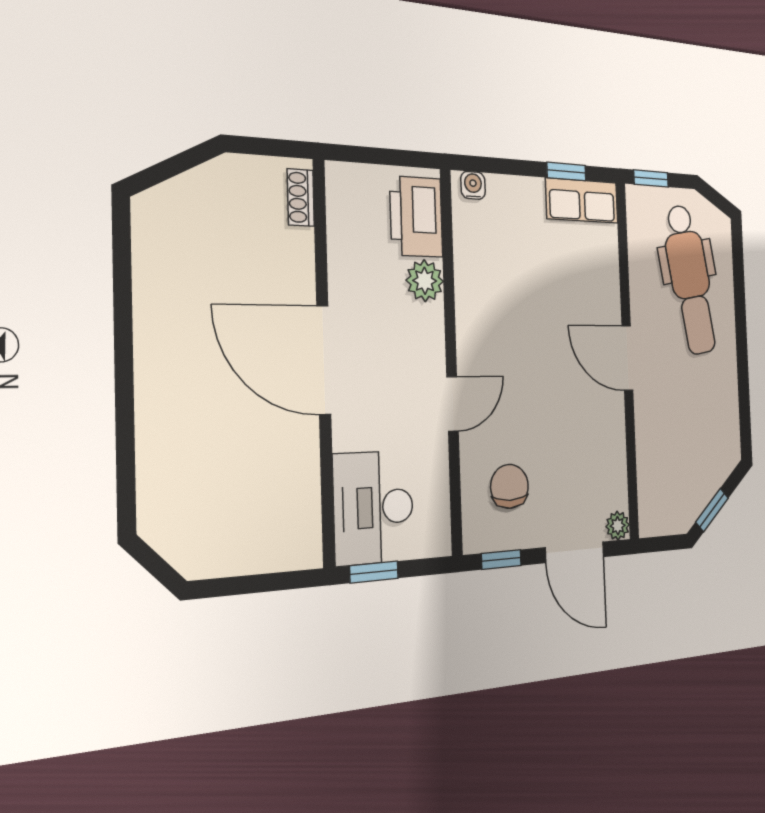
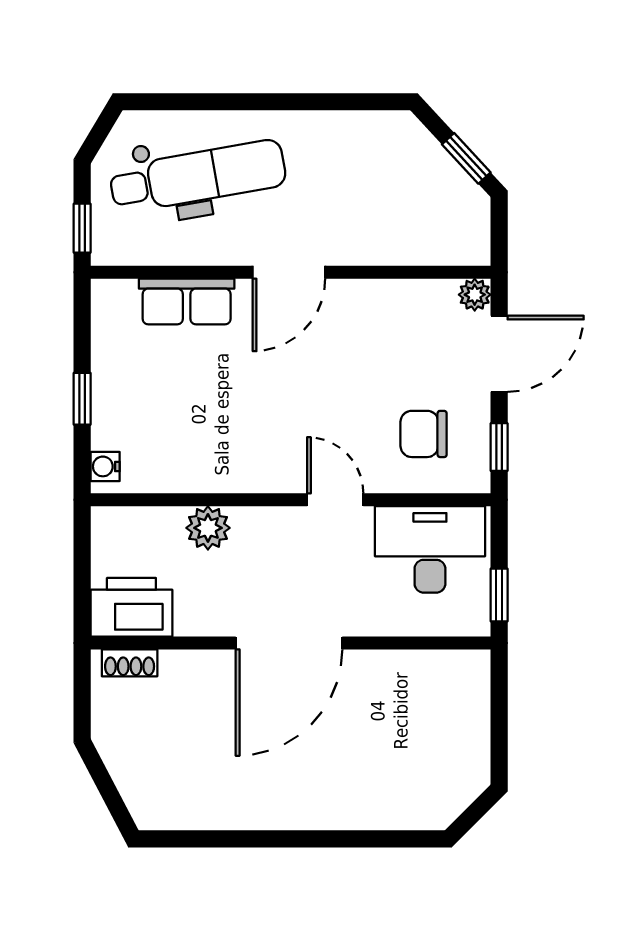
window: (566, 171) -> (82, 399), moved
row of seats: (582, 201) -> (187, 301), moved, turned 90
printer: (416, 217) -> (131, 607), moved, turned 180
desk: (374, 507) -> (430, 549), moved, turned 180

